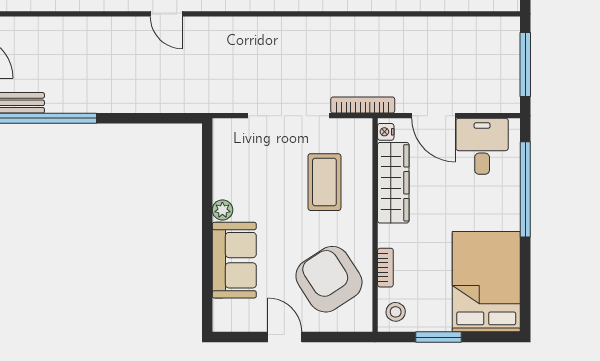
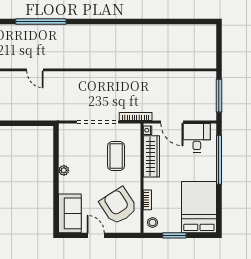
sofa: (234, 260) -> (70, 213), moved

